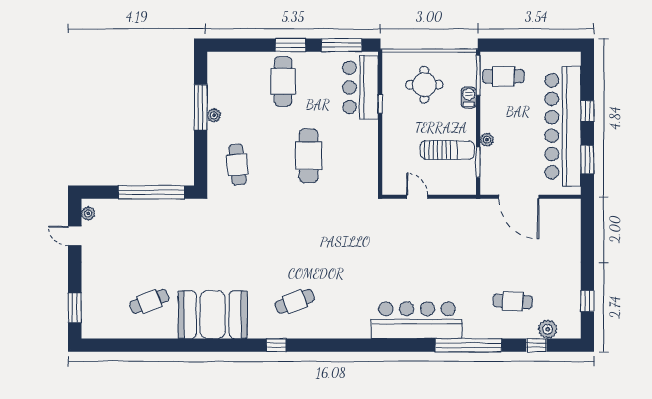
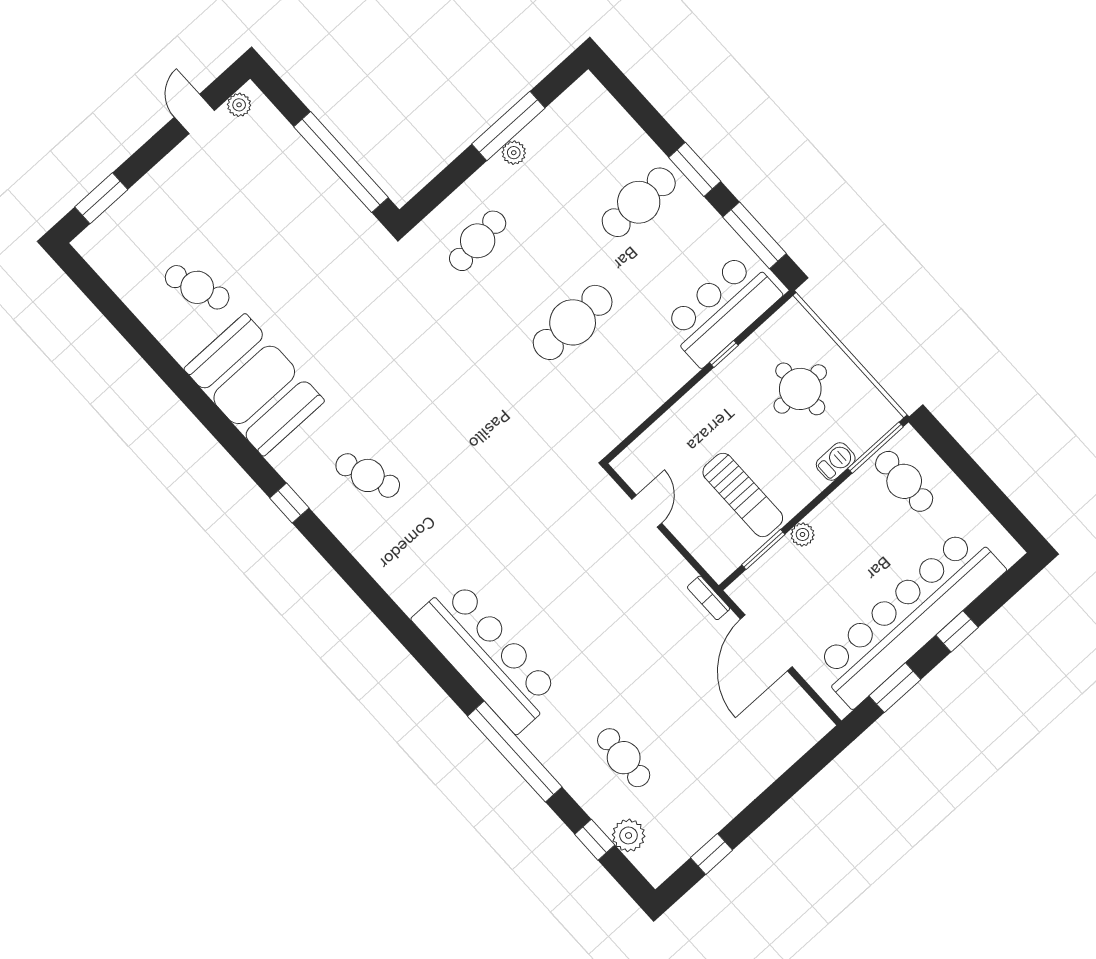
bookcase: (478, 204) -> (709, 598), added

